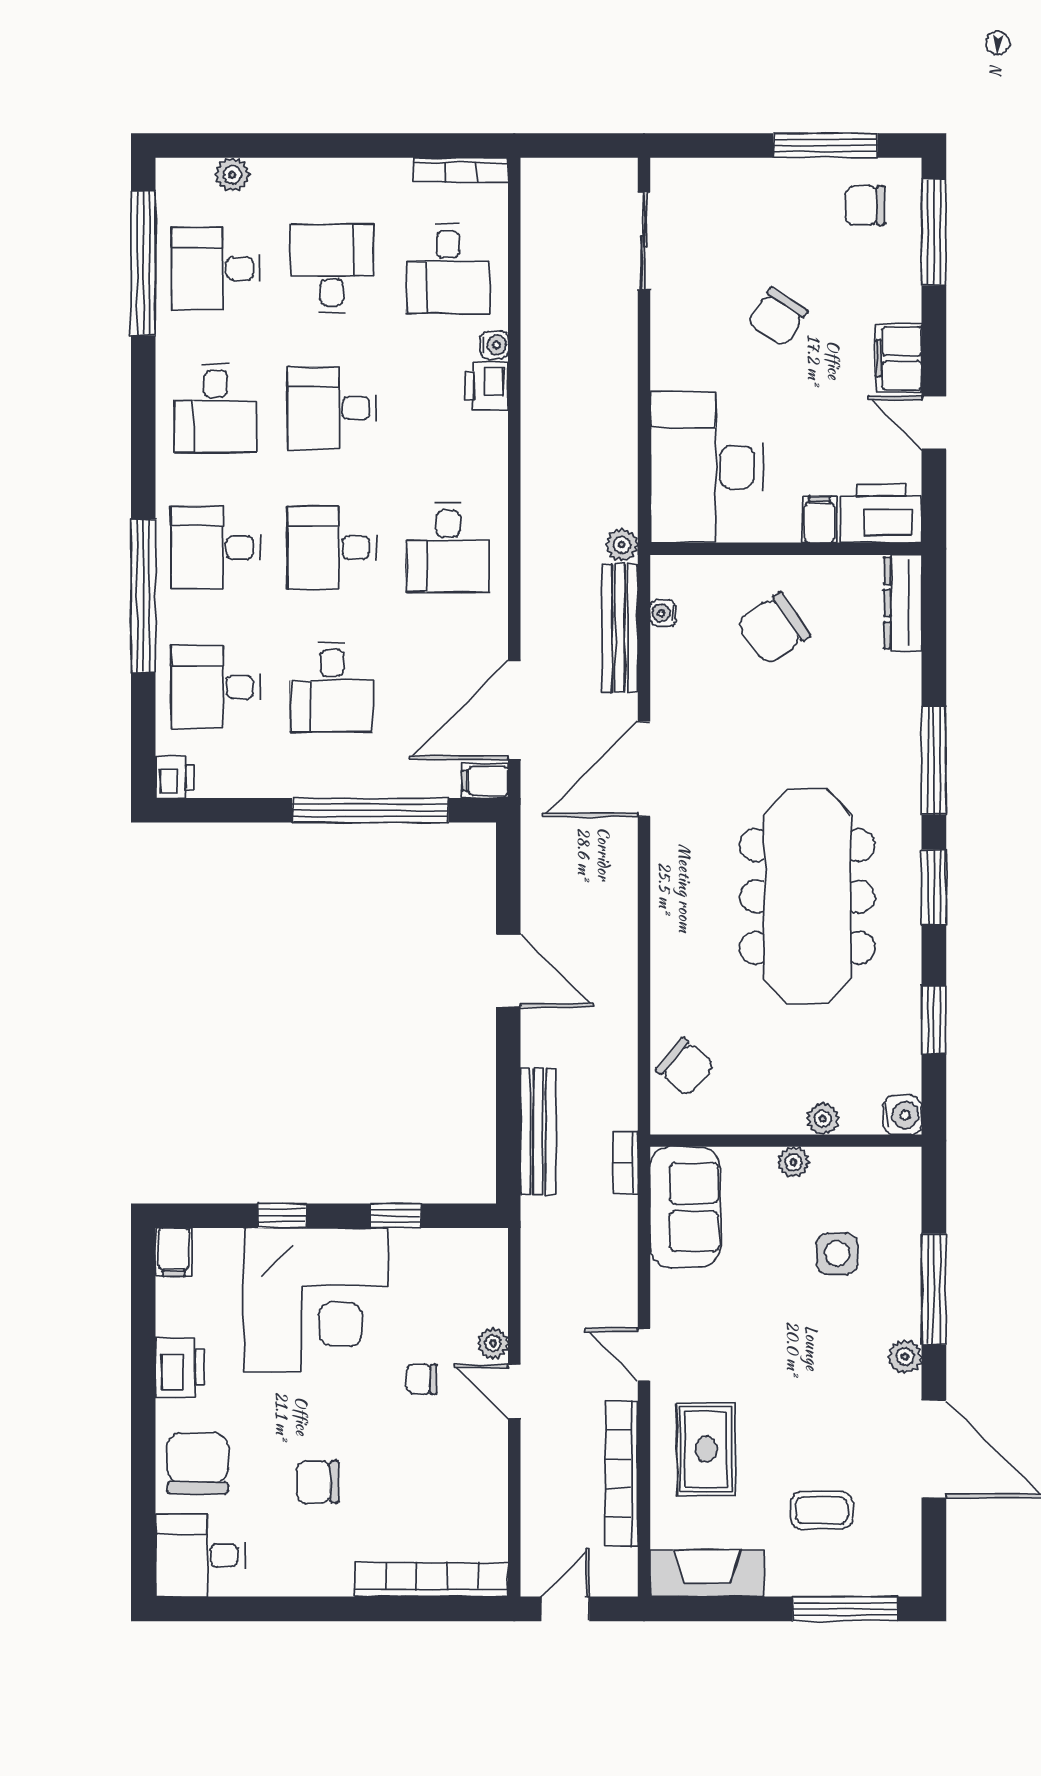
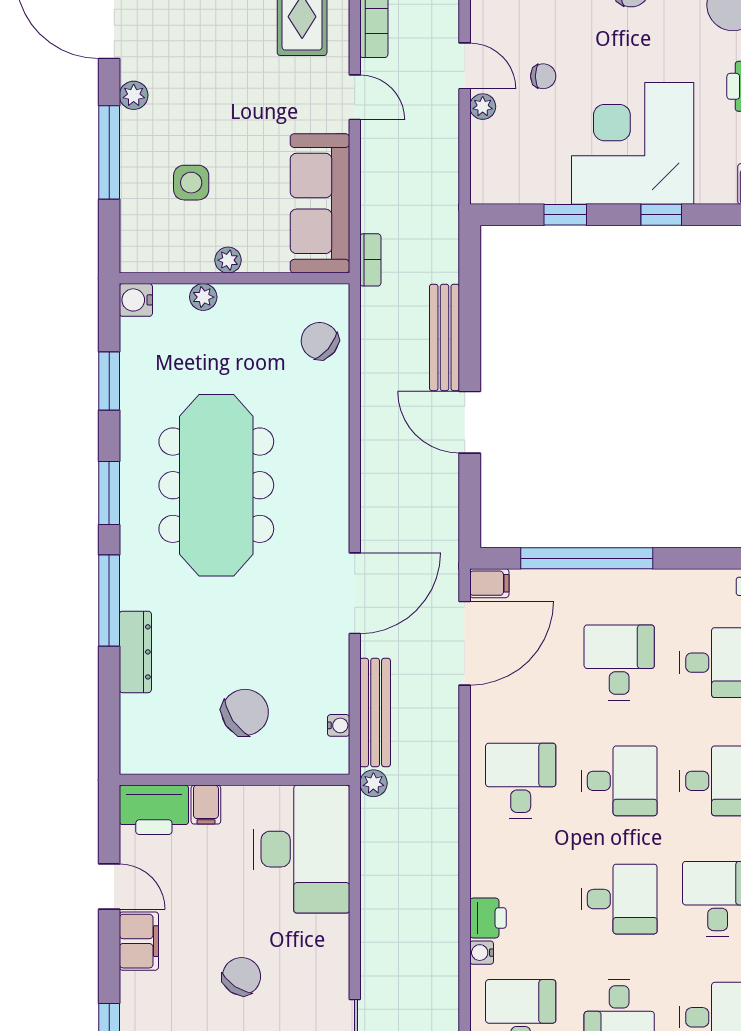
dresser: (903, 603) -> (135, 652), moved
bench: (538, 1131) -> (445, 337), moved
sofa: (685, 1207) -> (320, 203), width x1.36

